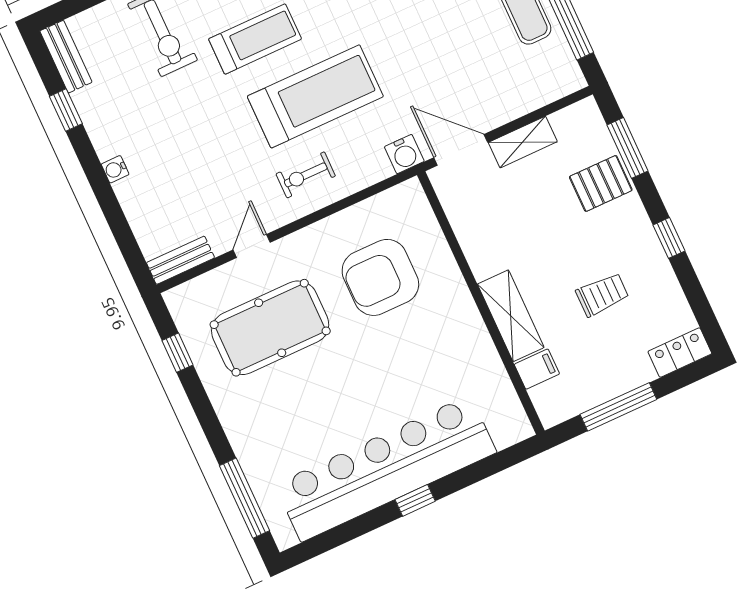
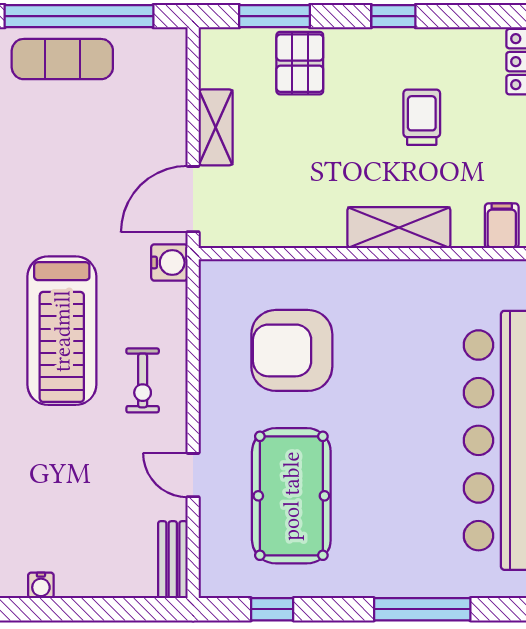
treadmill: (315, 96) -> (62, 331), turned 180
armchair: (380, 277) -> (292, 350), turned 90
filing cabinet: (537, 369) -> (502, 226), moved
window: (244, 498) -> (422, 609), moved

